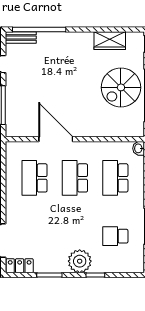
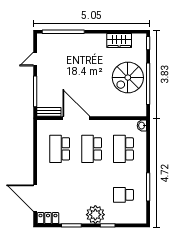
bench: (21, 37) -> (49, 112), moved

